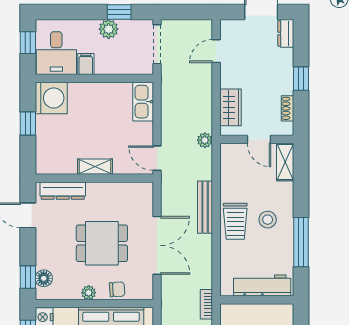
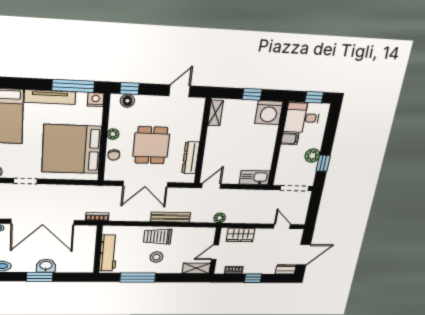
shelving: (95, 167) -> (215, 113), moved
dresser: (63, 191) -> (191, 158), moved

